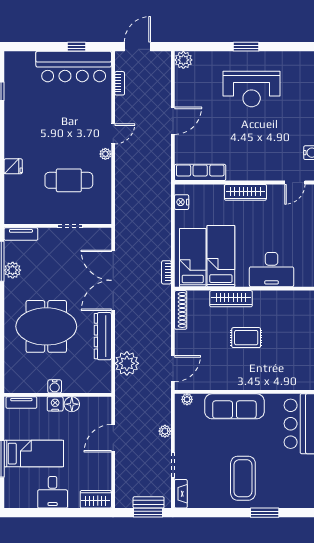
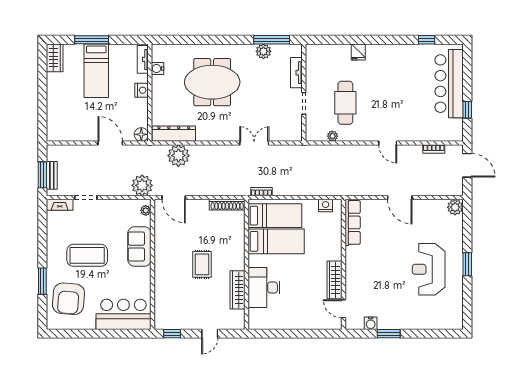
bar counter: (74, 67) -> (449, 84), moved
plant: (105, 154) -> (332, 136), moved
wardrobe: (245, 192) -> (334, 280), moved
tv unit: (21, 234) -> (296, 73), moved
double door: (113, 280) -> (254, 143), width x0.54
wardrobe: (231, 299) -> (237, 290), moved
meeting table: (46, 326) -> (212, 82), turned 90
dresser: (103, 336) -> (174, 134), moved
water cooler: (55, 386) -> (157, 68), moved
floor lamp: (72, 404) -> (141, 134), moved
sofa: (234, 406) -> (139, 247), width x0.73
plant: (165, 431) -> (142, 185), moved, width x1.87, depth x1.87
coffee table: (243, 478) -> (87, 255), moved
armchair: (284, 484) -> (68, 299), added
desk: (53, 492) -> (61, 88), removed
wardrobe: (96, 499) -> (55, 58), moved

